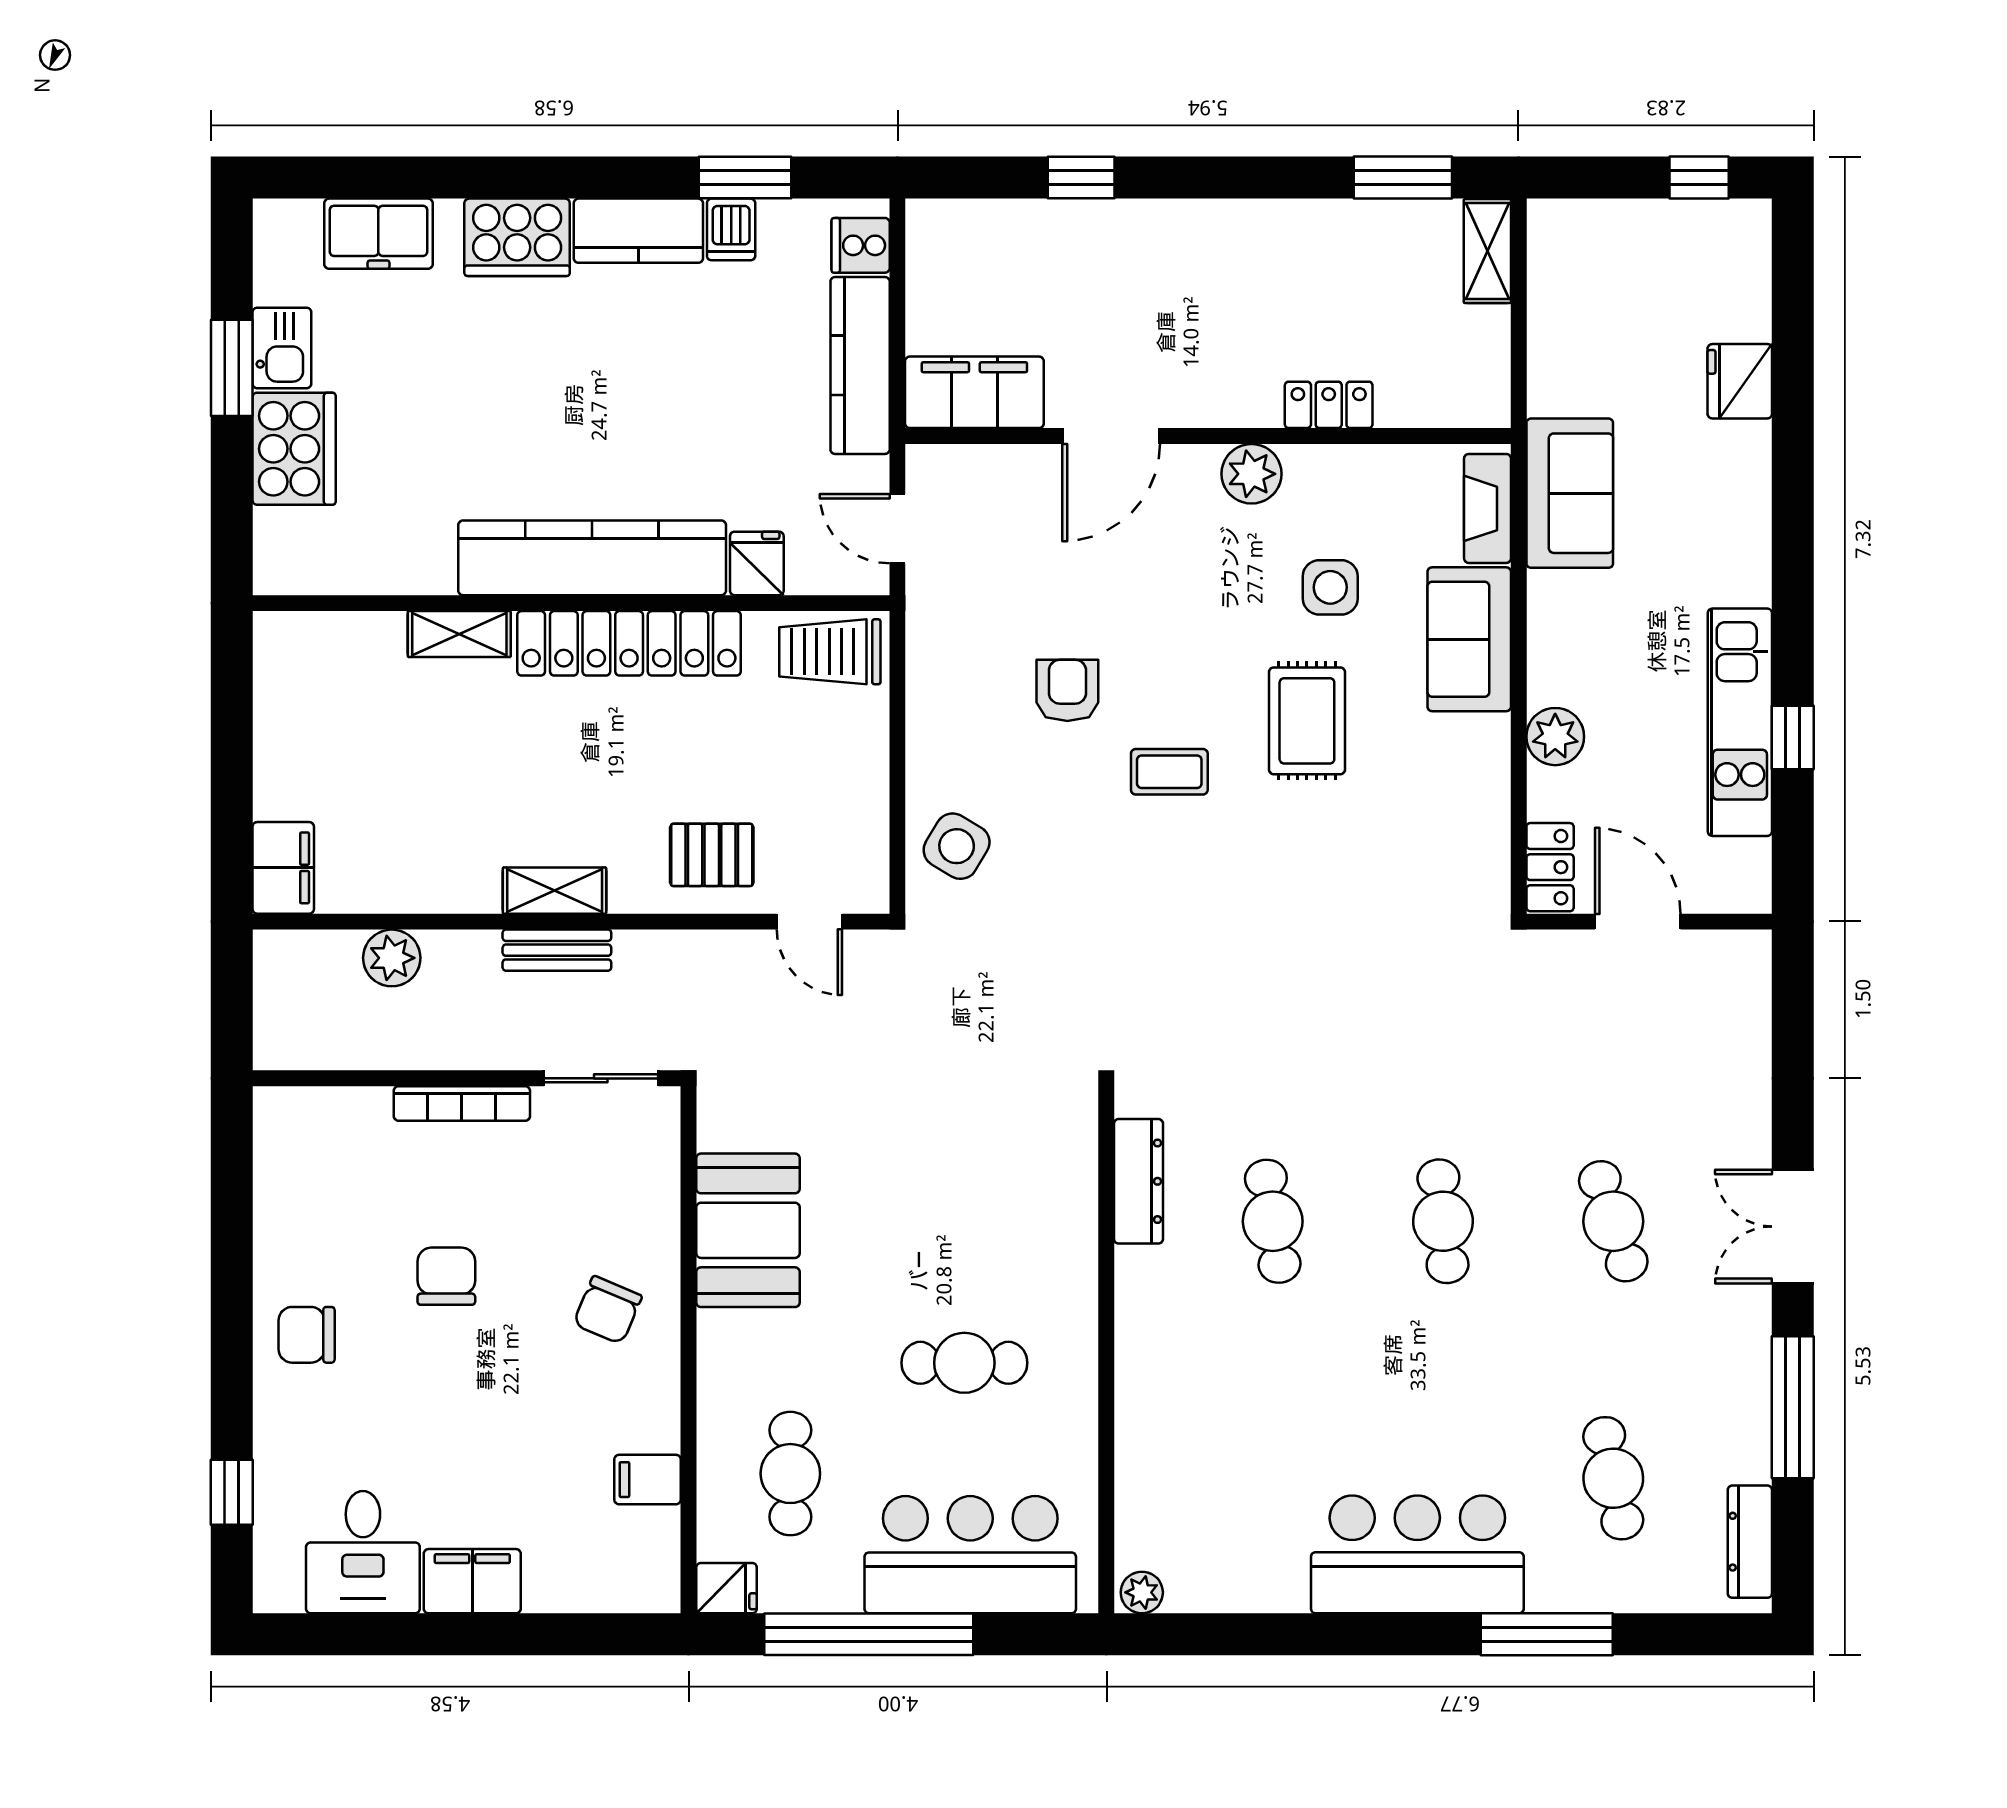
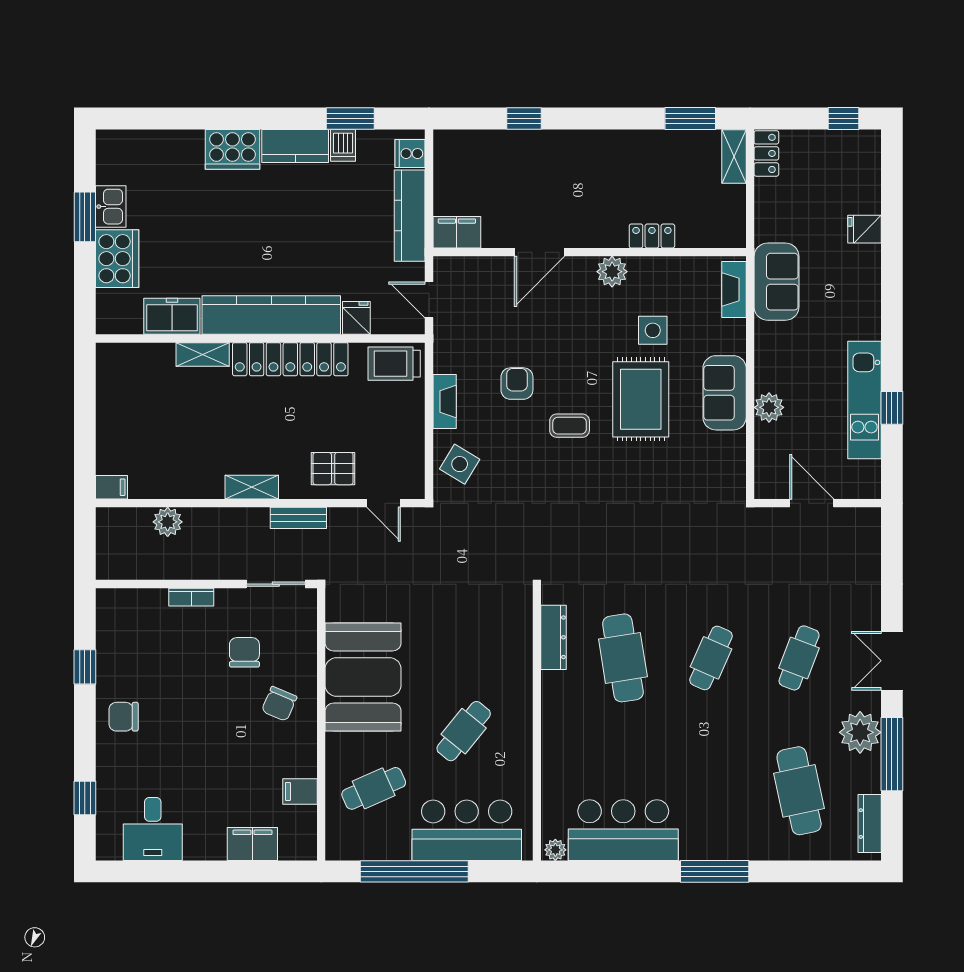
freezer: (378, 234) -> (172, 316), moved, turned 180
fridge: (1740, 381) -> (864, 229), width x0.72
filing cabinet: (974, 392) -> (457, 232), width x0.67, depth x0.86
sofa: (1469, 639) -> (725, 393), moved
rug: (1307, 721) -> (641, 399), width x1.36, depth x1.43
fireplace: (928, 725) -> (445, 402), added
locker: (1550, 867) -> (766, 153), moved
filing cabinet: (283, 868) -> (112, 487), width x0.50
bench: (557, 950) -> (298, 518), moved
bookcase: (462, 1103) -> (191, 597), width x0.64
cafe table: (1273, 1221) -> (623, 658), width x1.37, depth x1.35
cafe table: (1443, 1221) -> (711, 658), turned 30
cafe table: (1613, 1221) -> (799, 658), turned 39
booth: (748, 1230) -> (363, 677), width x1.36, depth x1.42
window: (232, 1238) -> (85, 667), added
chair: (446, 1276) -> (244, 652), moved
cafe table: (964, 1363) -> (464, 731), turned -51
plant: (1731, 1365) -> (860, 732), added
cafe table: (790, 1474) -> (374, 788), turned 66
cafe table: (1613, 1478) -> (799, 791), width x1.37, depth x1.35
bar counter: (1417, 1554) -> (623, 830), moved
filing cabinet: (472, 1581) -> (252, 844), moved
fridge: (727, 1588) -> (341, 848), removed
window: (1547, 1634) -> (715, 871), moved

